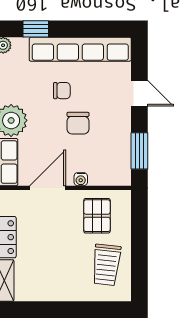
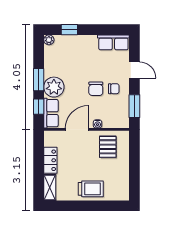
row of seats: (80, 49) -> (113, 42), width x0.50
chair: (62, 91) -> (114, 89), moved
trolley: (106, 265) -> (91, 189), moved, turned -96

